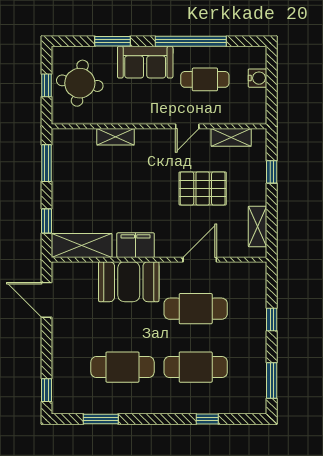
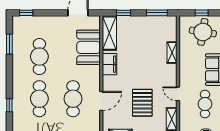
door: (200, 260) -> (101, 101), hinge flipped
booth: (129, 282) -> (89, 47), moved

